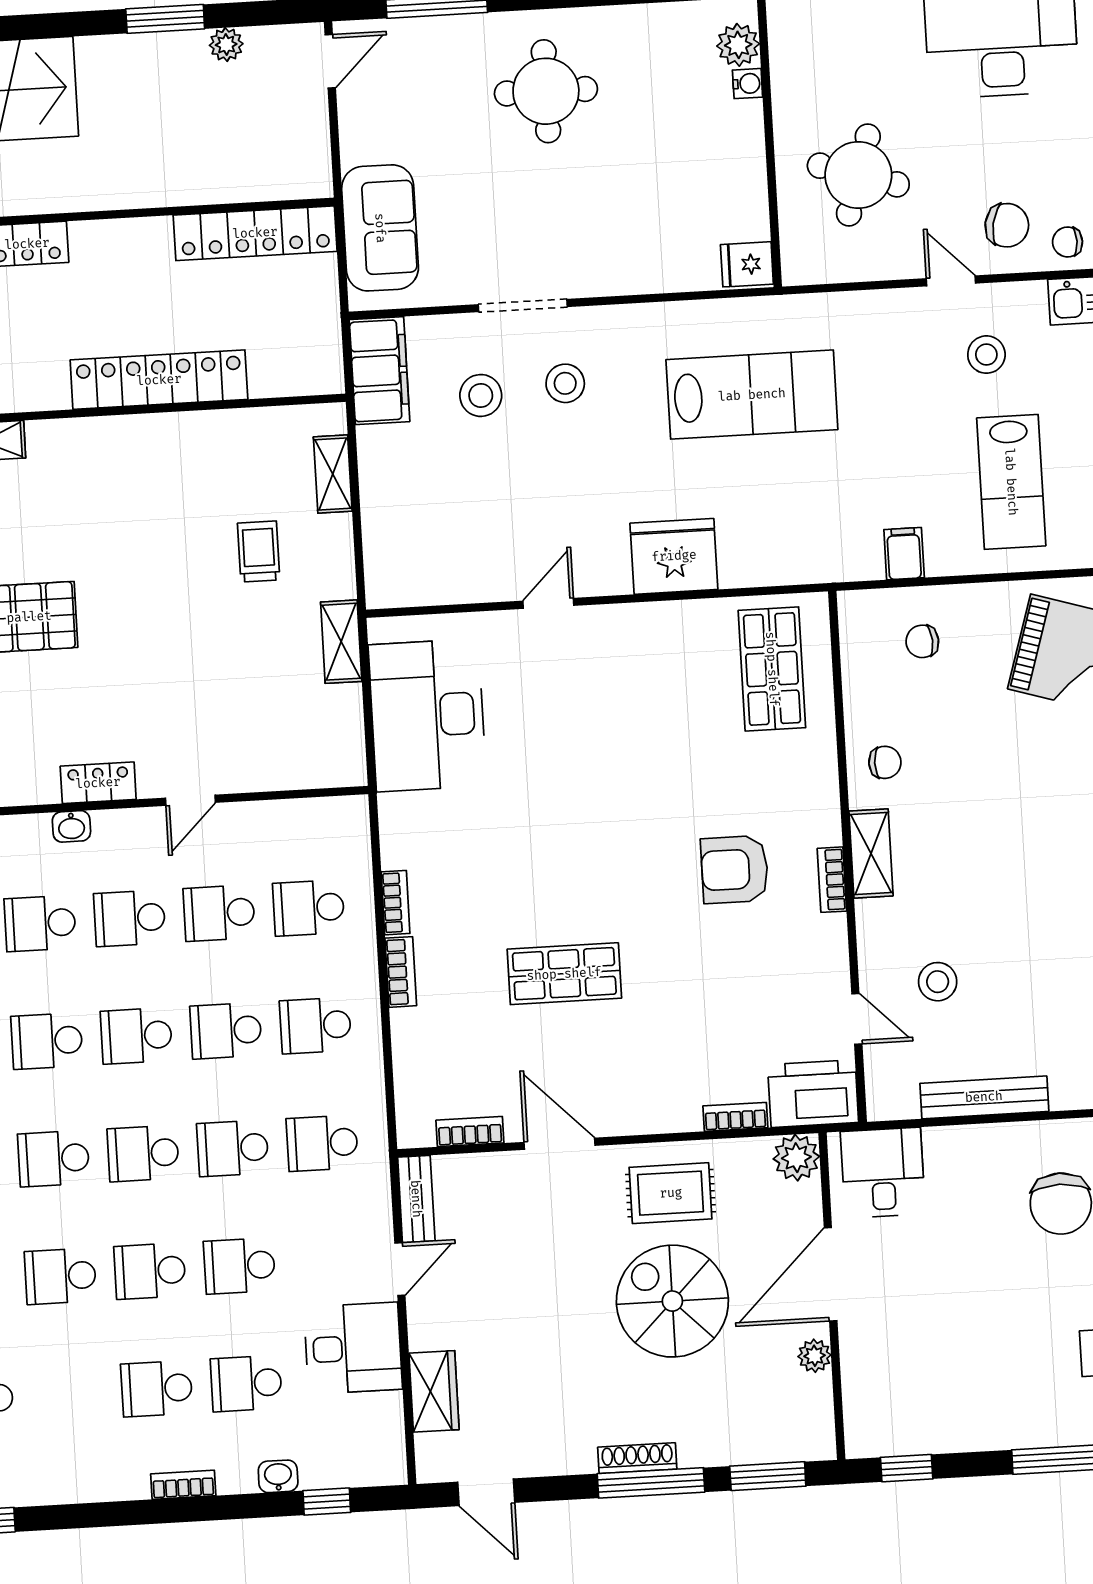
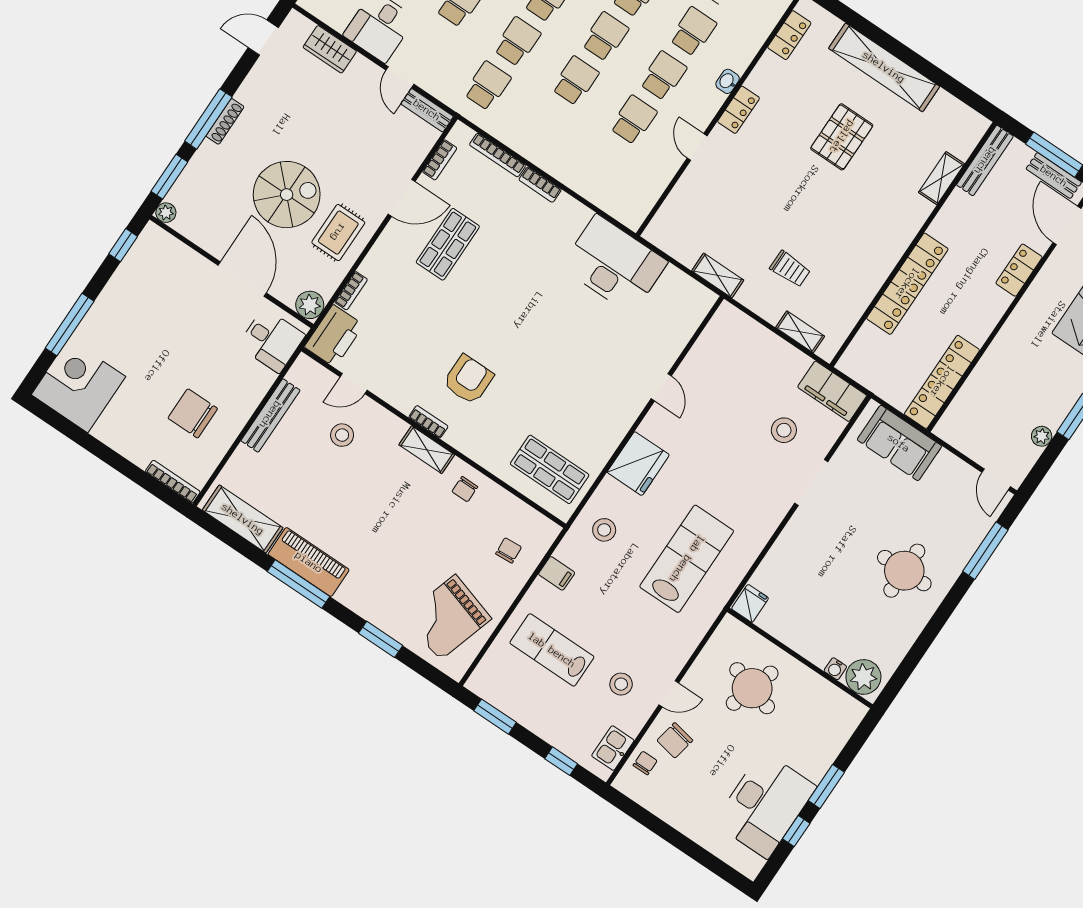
plant: (738, 45) -> (863, 677), width x1.36, depth x1.36
stool: (565, 383) -> (604, 530), moved
lab bench: (752, 395) -> (687, 559), turned 180
desk: (427, 715) -> (614, 264), moved
bookcase: (395, 903) -> (498, 155), moved, width x1.56
school desk: (309, 908) -> (604, 164), removed
shop shelf: (564, 974) -> (448, 244), moved
school desk: (315, 1026) -> (545, 125), removed
plant: (814, 1356) -> (166, 213), moved

